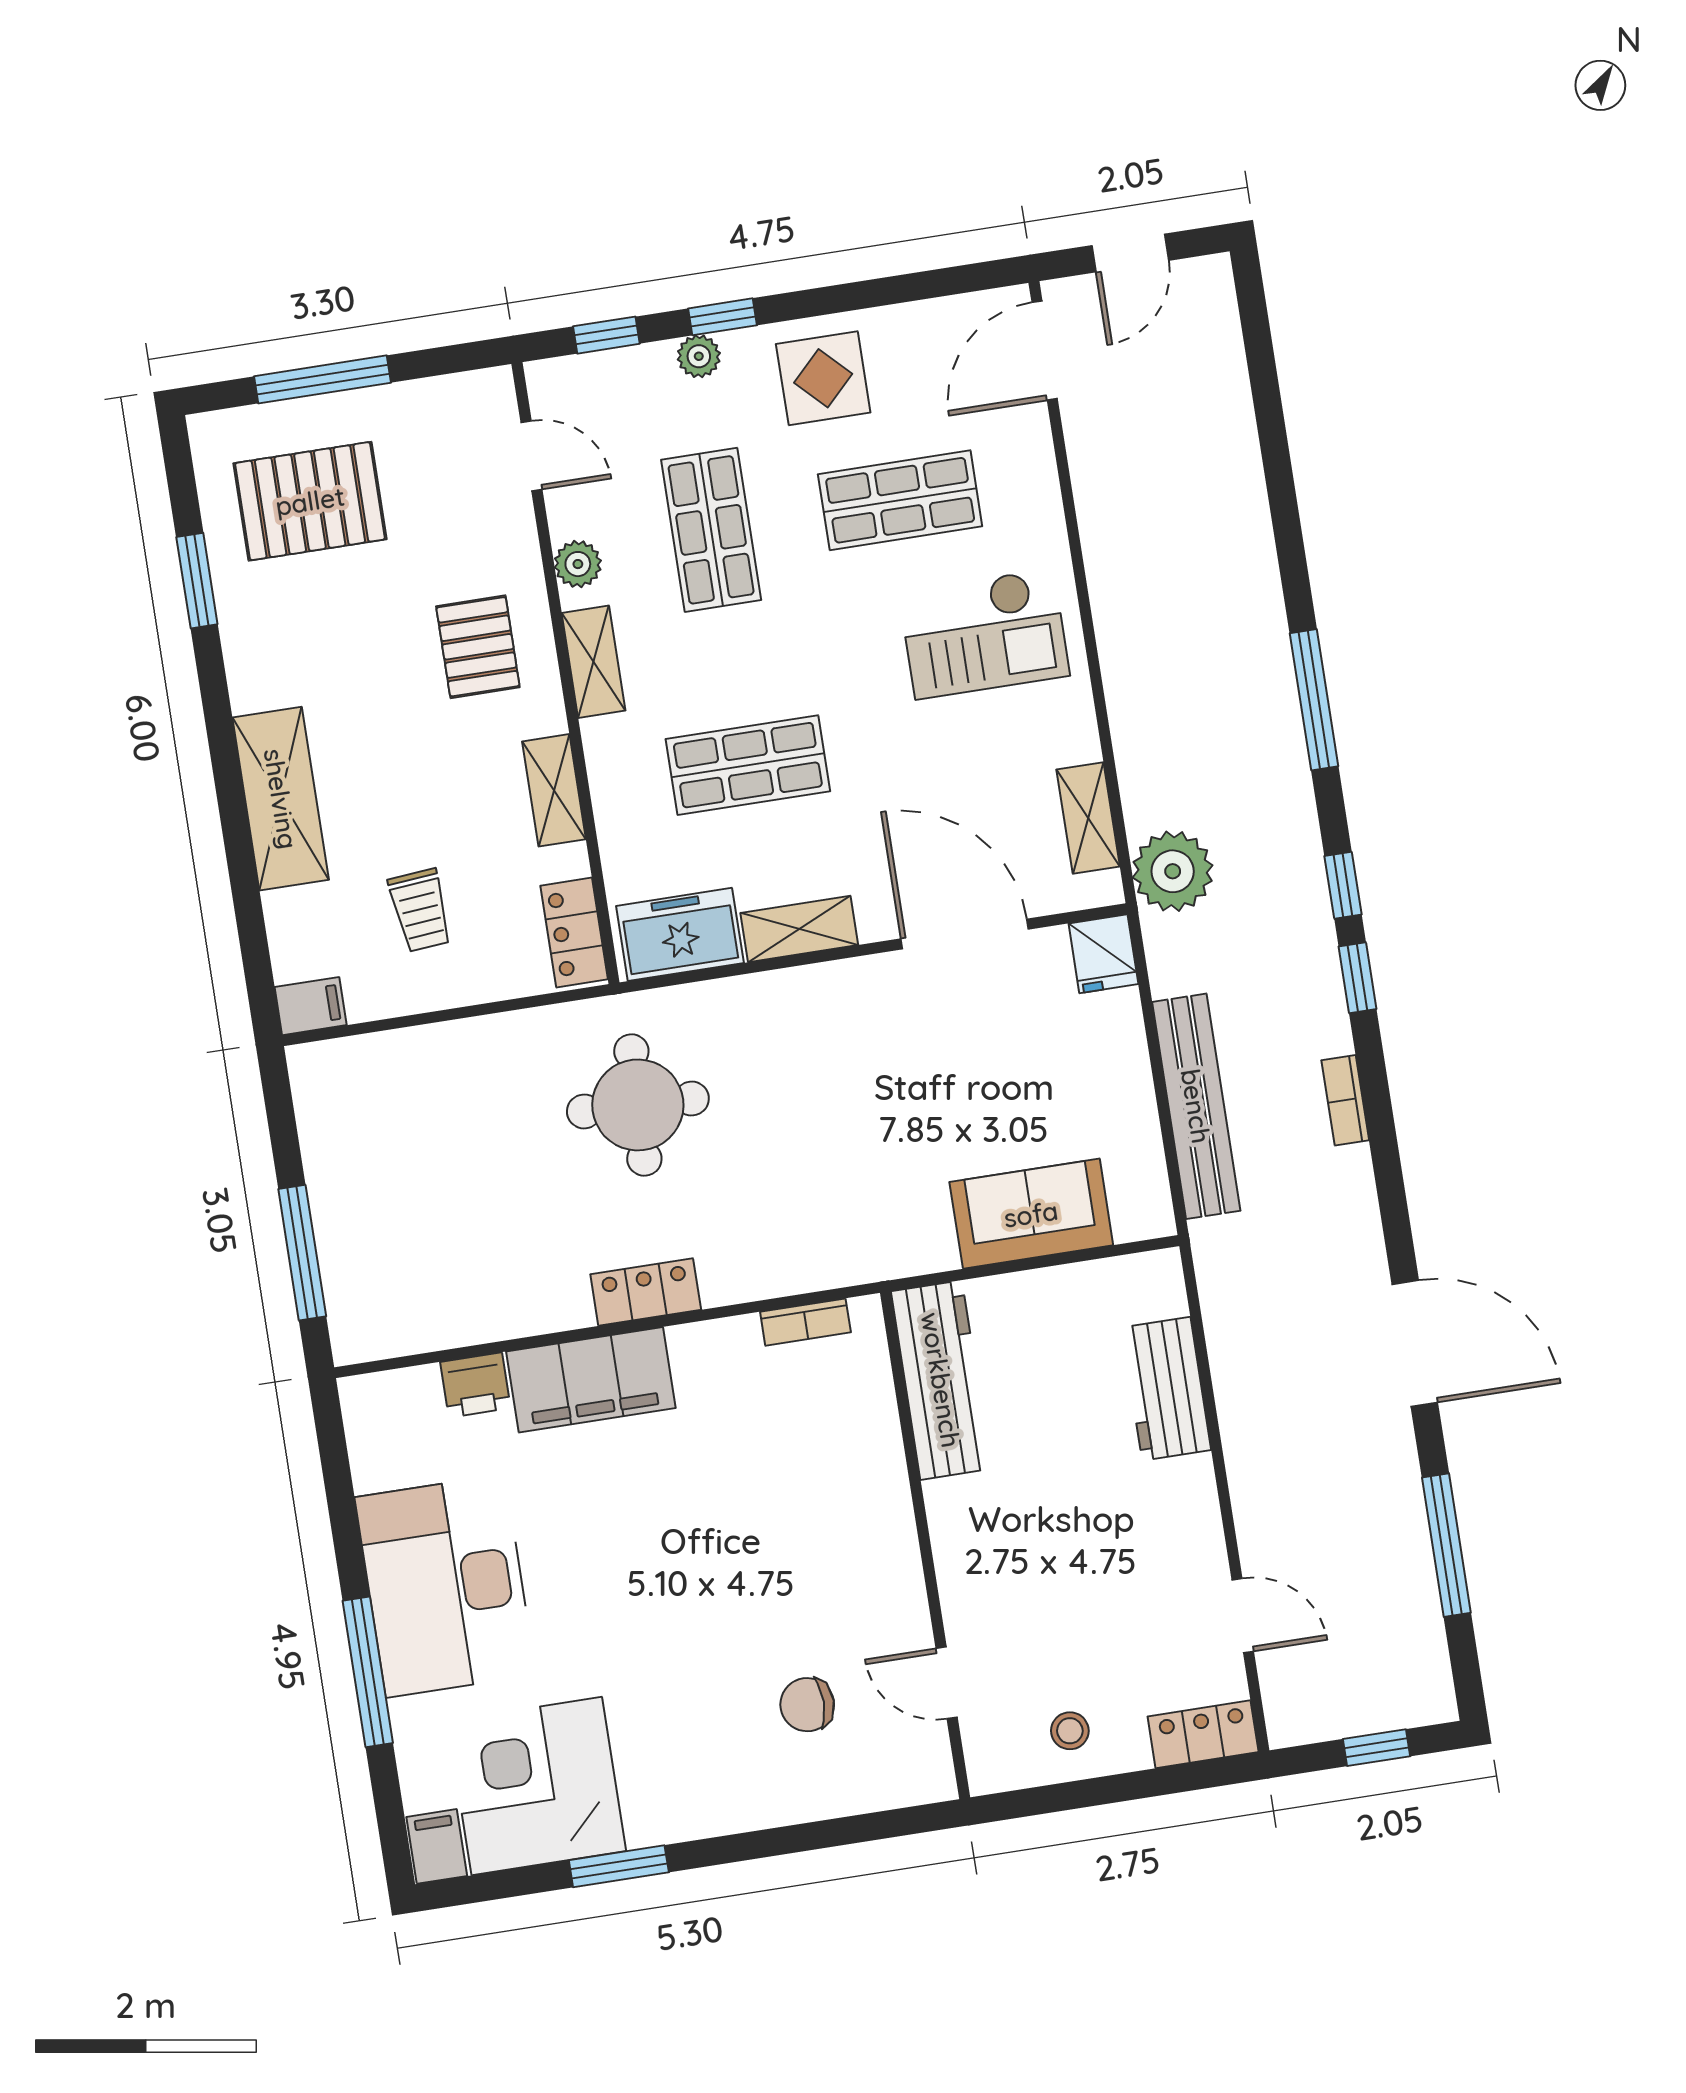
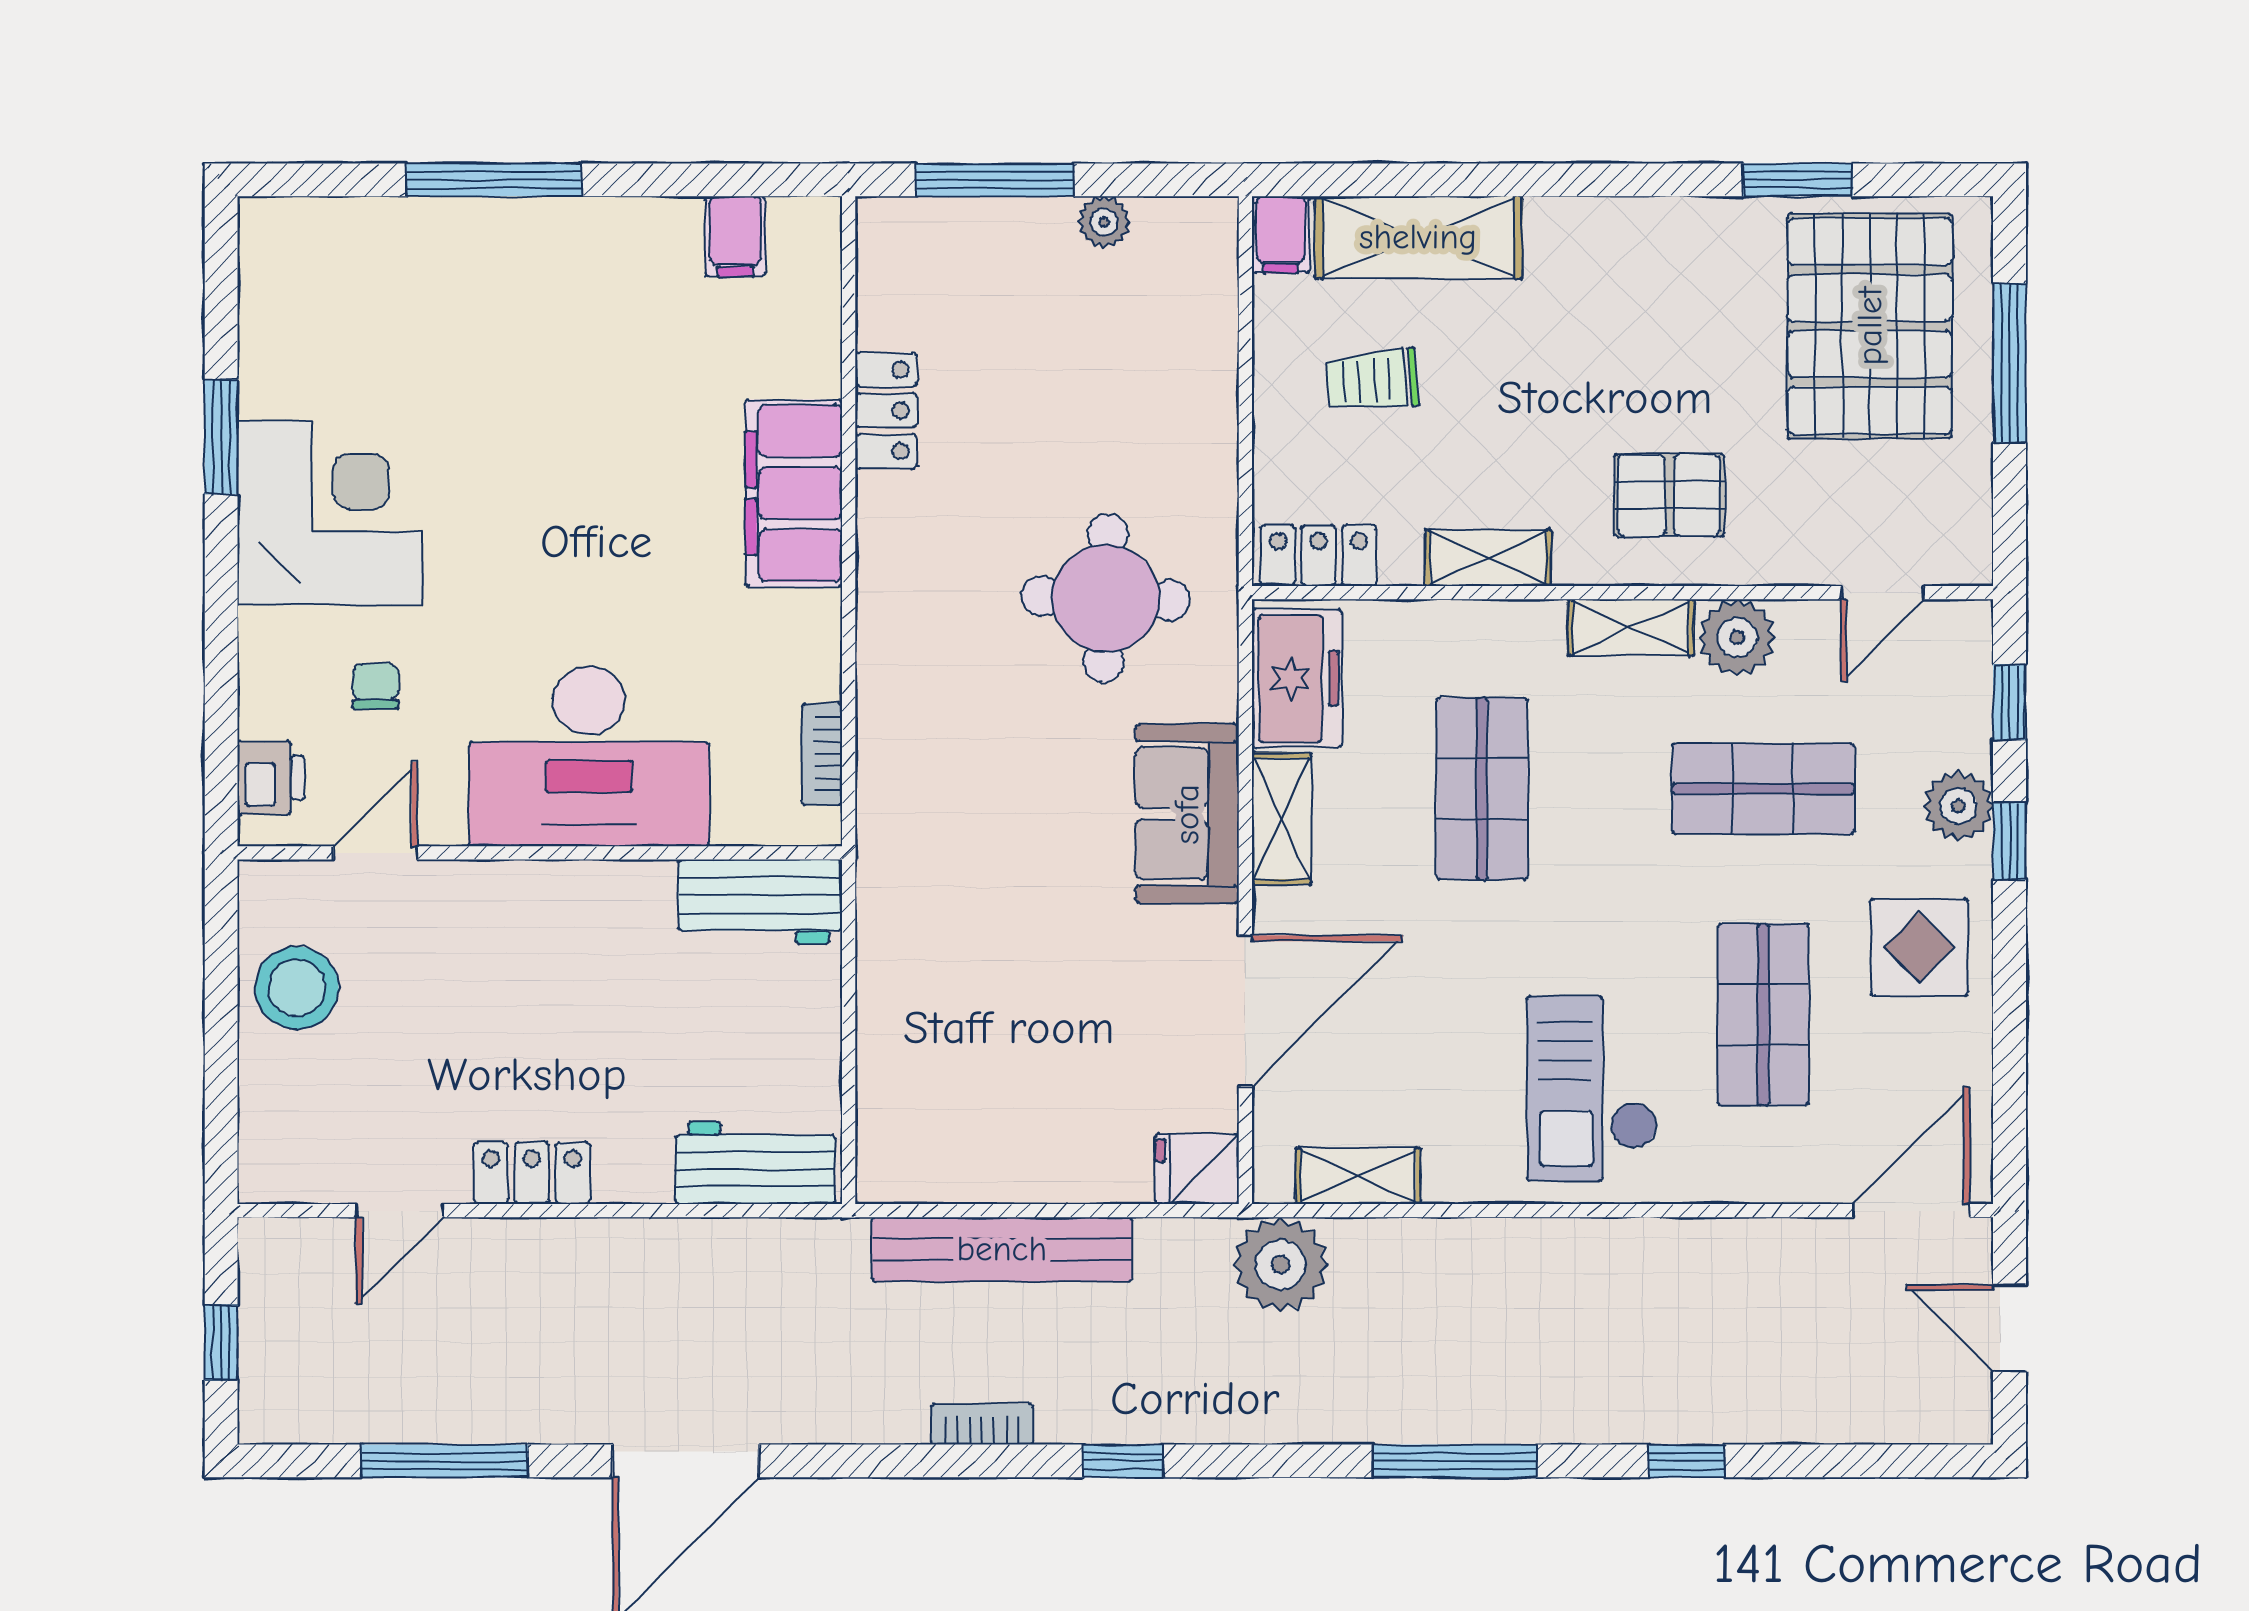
door: (1045, 351) -> (1911, 1211), hinge flipped
plant: (699, 356) -> (1958, 806), width x1.38, depth x1.38
pallet: (310, 501) -> (1870, 326), width x1.37, depth x1.41
plant: (578, 564) -> (1737, 637), width x1.38, depth x1.38
shelving: (281, 799) -> (1418, 237), moved
window: (1343, 885) -> (1687, 1461), moved
plant: (323, 1156) -> (1104, 222), added
sofa: (1031, 1214) -> (1187, 814), moved, turned 180
locker: (646, 1292) -> (886, 410), moved
workbench: (941, 1380) -> (760, 902), width x0.73
printer: (475, 1385) -> (271, 778), moved, turned 180
workbench: (1166, 1389) -> (755, 1163), moved
desk: (445, 1586) -> (589, 756), moved, turned 180
chair: (807, 1705) -> (375, 686), width x0.73, depth x0.73
stool: (1070, 1731) -> (297, 988), width x1.89, depth x1.89
locker: (1203, 1734) -> (532, 1173), moved, turned -90
corner desk: (537, 1786) -> (330, 513), moved
filing cabinet: (437, 1846) -> (735, 236), moved, turned 90

